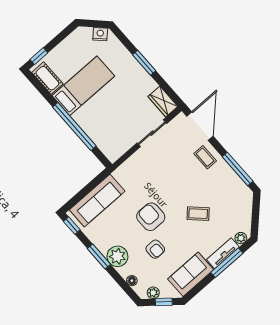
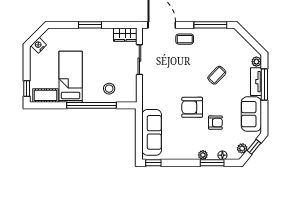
nightstand: (100, 34) -> (39, 45), moved
stool: (103, 129) -> (109, 89), added
window: (99, 256) -> (212, 163), moved
plant: (117, 256) -> (203, 155), width x0.53, depth x0.53

